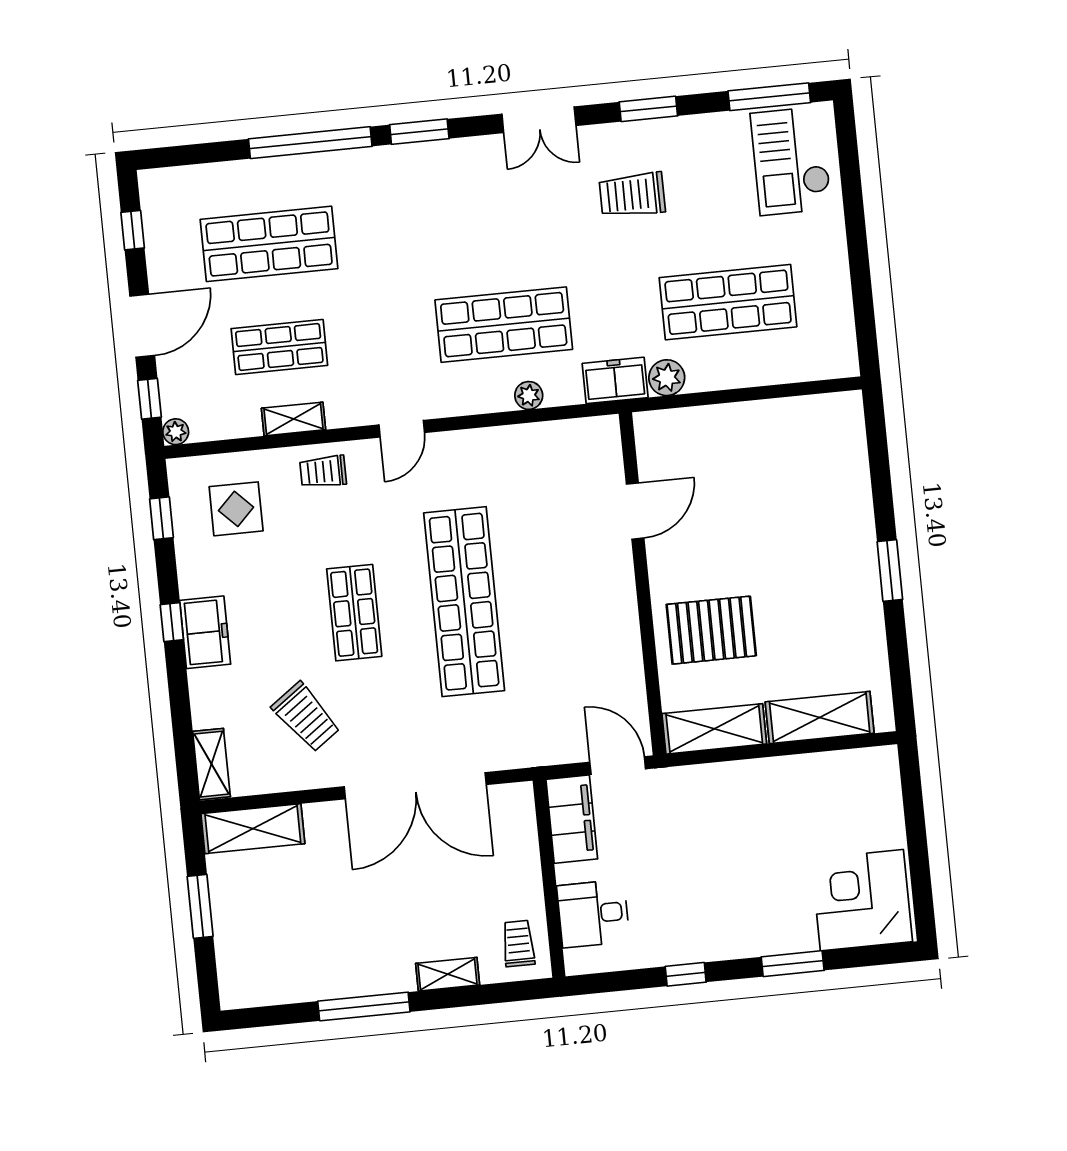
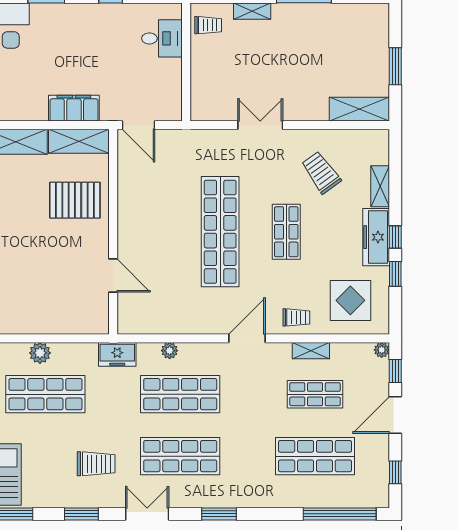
window: (310, 143) -> (340, 514), moved
shop shelf: (493, 222) -> (180, 456), added
plant: (667, 378) -> (40, 353), moved
door: (402, 429) -> (247, 338), width x1.38
display table: (236, 509) -> (350, 300), width x1.36, depth x1.36
door: (635, 511) -> (113, 276), swing flipped
window: (161, 518) -> (395, 274), moved
freezer: (205, 632) -> (376, 237), width x1.40
shelving: (211, 764) -> (380, 186), moved
double door: (415, 786) -> (260, 125), width x0.54
filing cabinet: (572, 819) -> (74, 108), moved, turned 90
trolley: (518, 944) -> (208, 25), turned -90

